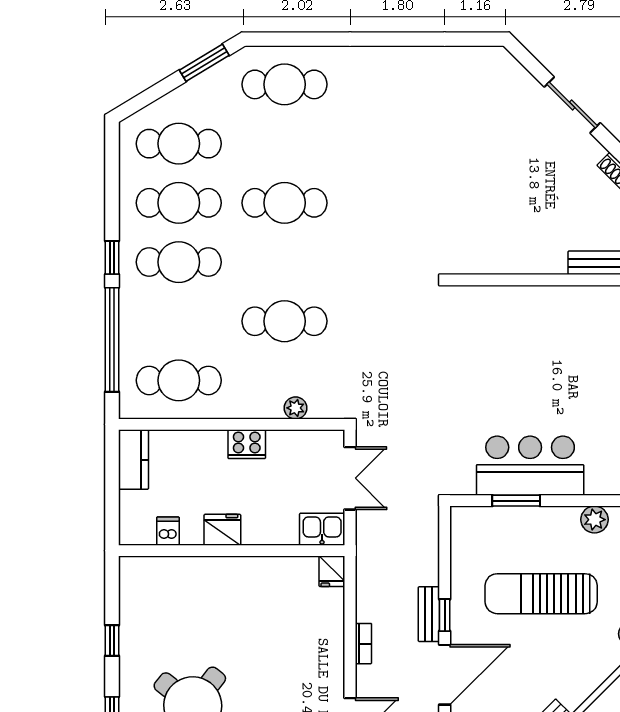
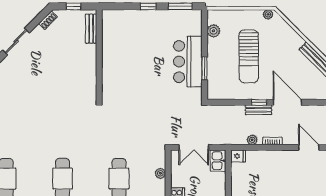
double door: (350, 478) -> (194, 147), swing flipped
plant: (366, 601) -> (252, 140), added

